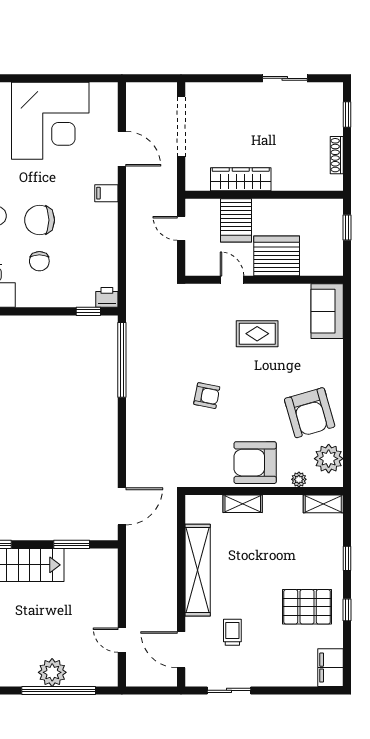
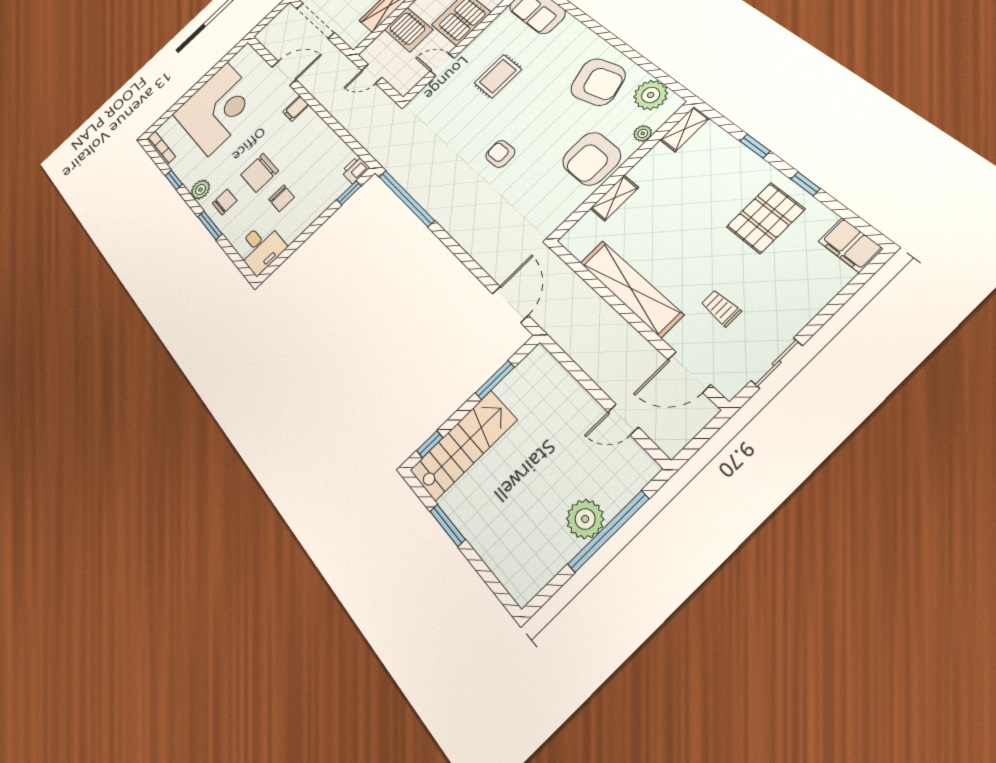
armchair: (207, 396) -> (500, 154), turned -104

